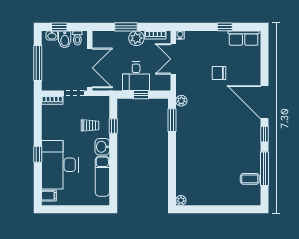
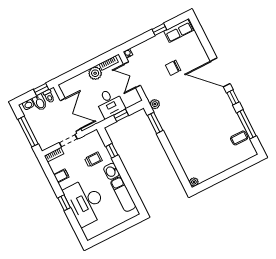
window: (59, 27) -> (41, 89), moved
window: (126, 27) -> (82, 68), removed
filing cabinet: (49, 196) -> (61, 176), moved

